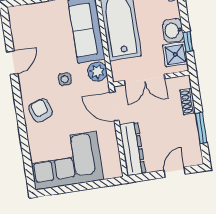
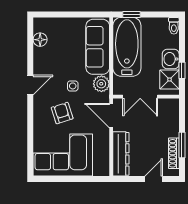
floor lamp: (19, 31) -> (40, 40), added
door: (12, 63) -> (30, 85), moved
shoe rack: (188, 102) -> (174, 153), moved, width x1.43
armchair: (41, 110) -> (62, 113), moved

